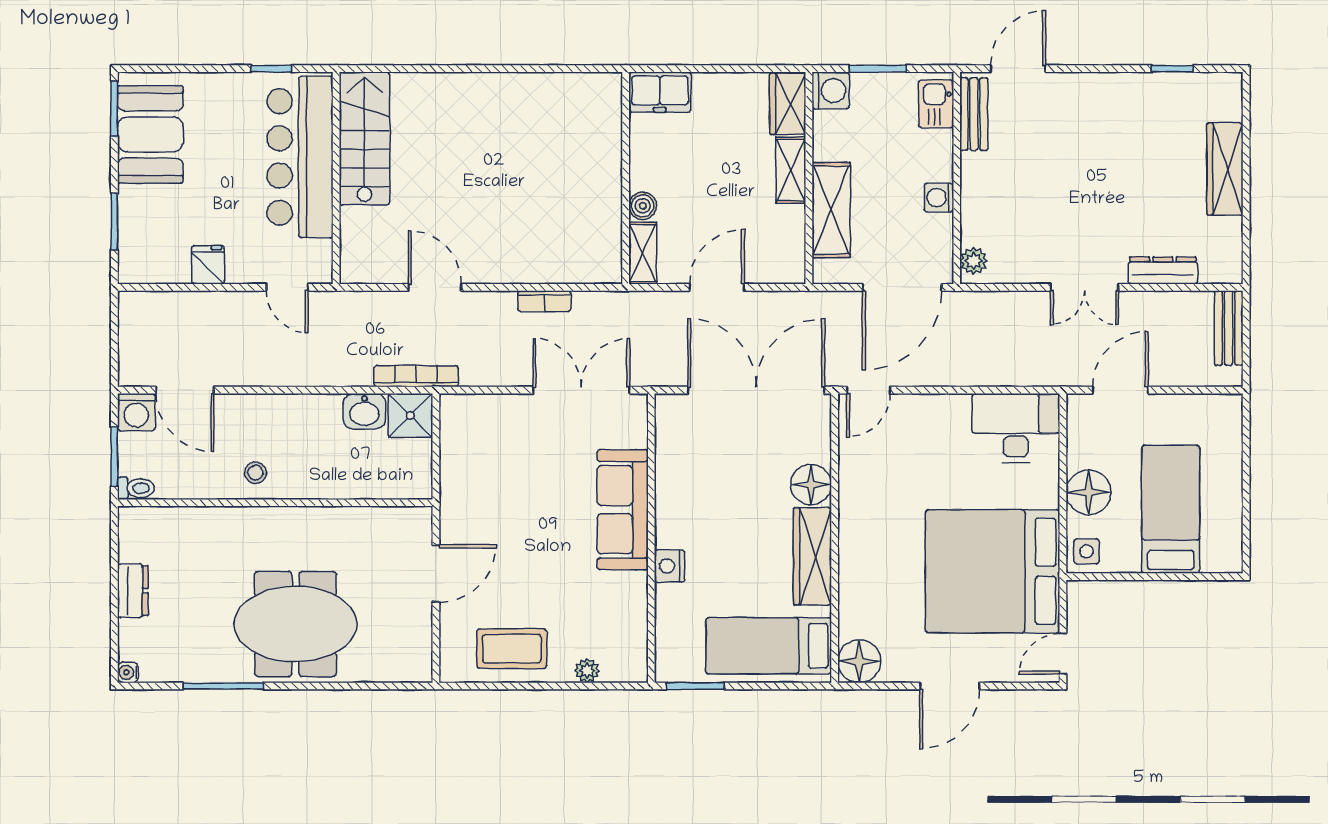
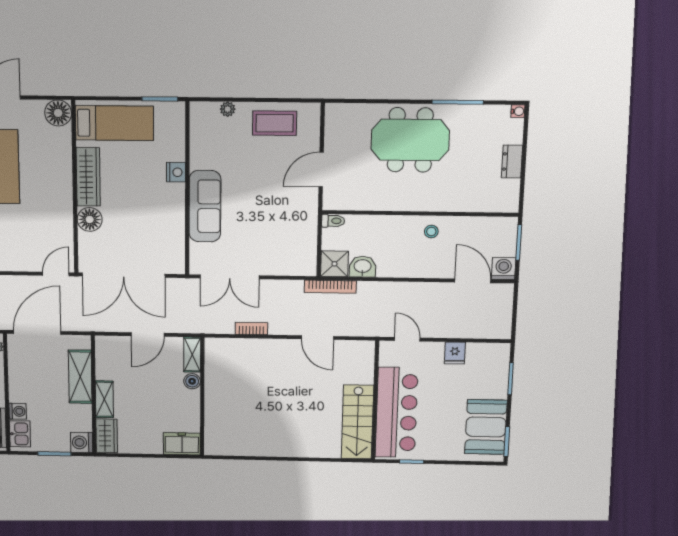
washing machine: (939, 198) -> (18, 411), moved
toilet: (136, 488) -> (333, 221), moved, turned 180

